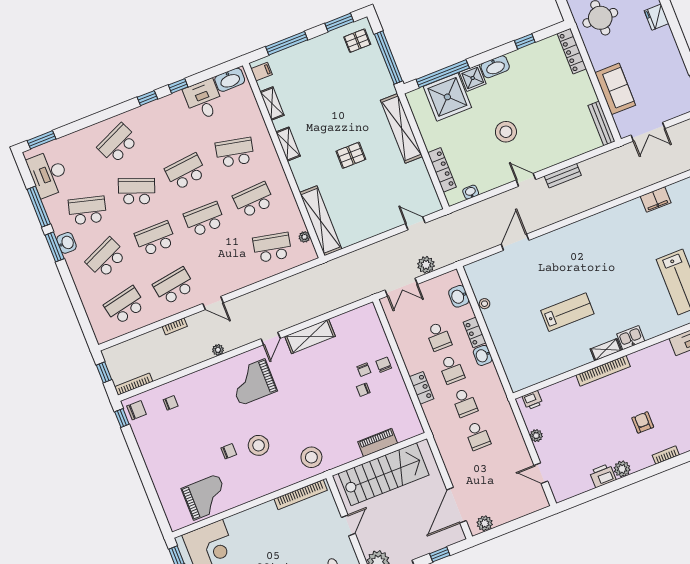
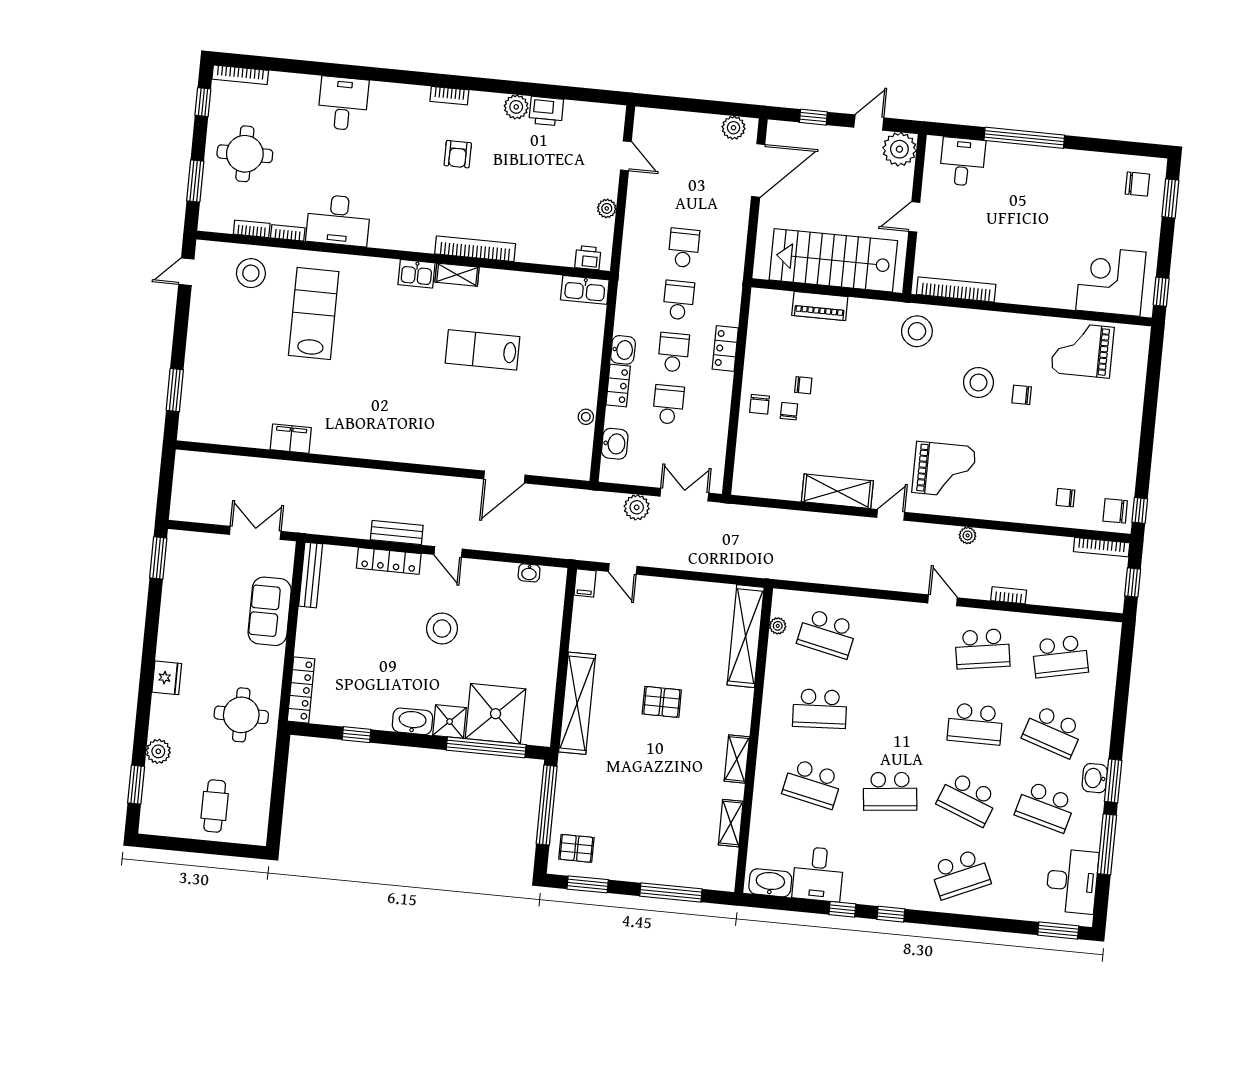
filing cabinet: (262, 72) -> (585, 583), moved, turned -90
locker: (442, 170) -> (389, 561), moved, turned -90
school desk: (204, 219) -> (897, 716), removed
school desk: (106, 258) -> (1053, 732), turned 42
kitchen sink: (524, 380) -> (585, 290), added

